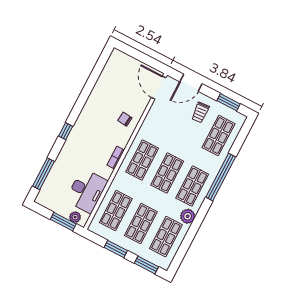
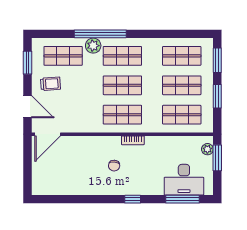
chair: (125, 119) -> (114, 166), moved
desk: (87, 191) -> (184, 180), moved, turned 180
plant: (188, 216) -> (93, 46), moved

